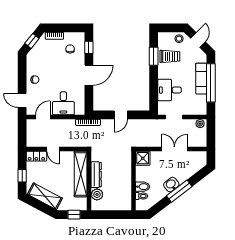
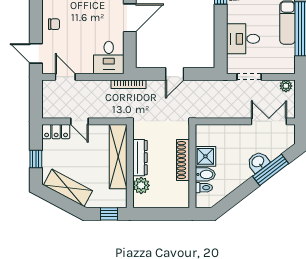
desk: (63, 103) -> (109, 58), moved
door: (43, 117) -> (65, 77), hinge flipped
double door: (174, 149) -> (269, 121), moved
shower: (143, 158) -> (205, 156), moved
shoe rack: (127, 176) -> (183, 160), added
washbasin: (171, 185) -> (258, 162), moved
window: (179, 191) -> (271, 170), moved

